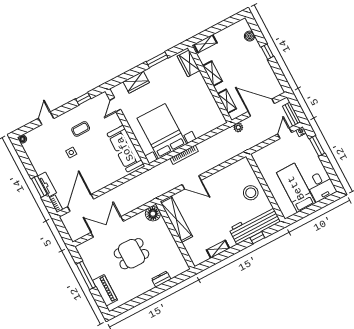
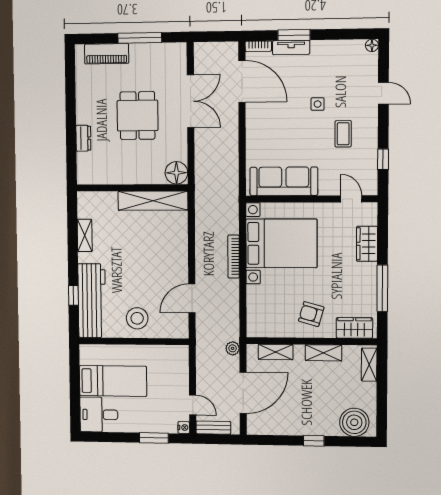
boiler: (250, 36) -> (354, 422), width x1.86, depth x1.86
window: (157, 60) -> (382, 288), width x1.44
armchair: (194, 92) -> (311, 314), added
door: (192, 182) -> (192, 298), moved

